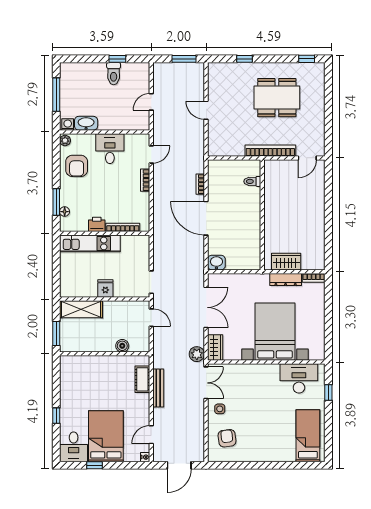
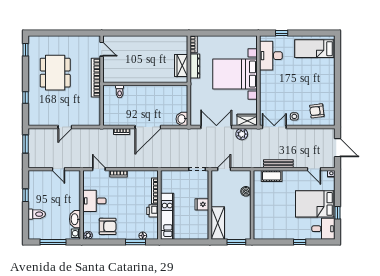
toilet: (114, 74) -> (37, 214), moved
plant: (197, 354) -> (242, 134), moved

